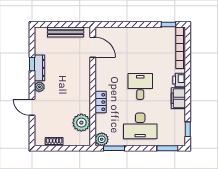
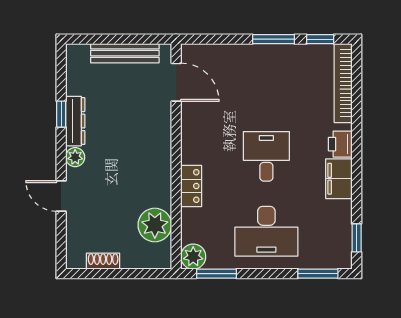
window: (144, 25) -> (274, 39), added

